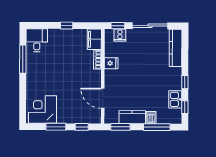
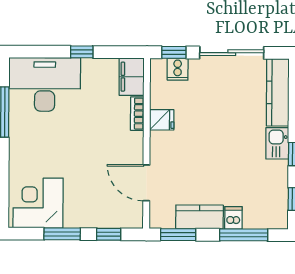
desk: (37, 40) -> (45, 84), width x1.87, depth x1.30
kitchen sink: (175, 99) -> (277, 143), moved

